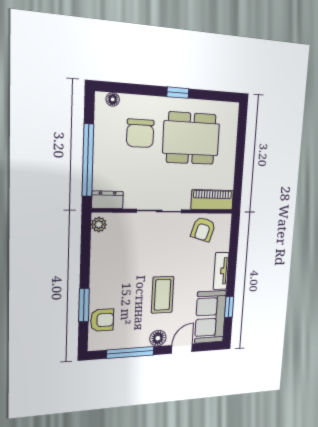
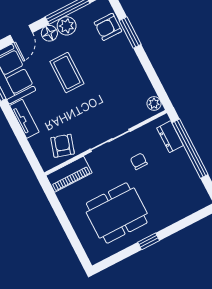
floor lamp: (113, 99) -> (197, 205), removed
chair: (140, 133) -> (139, 161), moved, width x0.54, depth x0.54
dresser: (107, 200) -> (170, 137), moved, turned 90
plant: (139, 338) -> (67, 26), added

